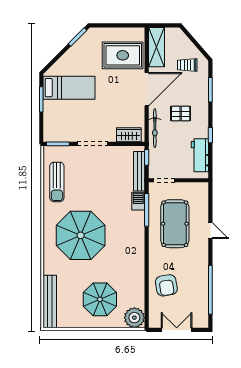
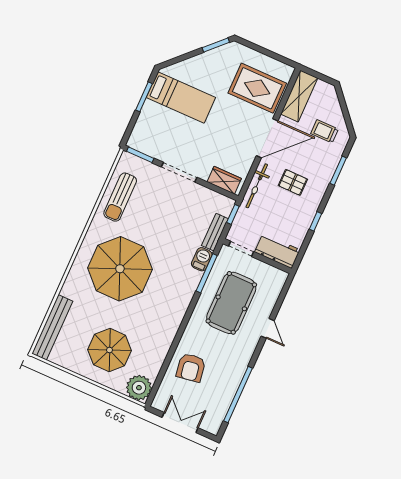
workbench: (200, 155) -> (277, 251), moved, turned 90
bench: (139, 171) -> (215, 232), width x0.73

